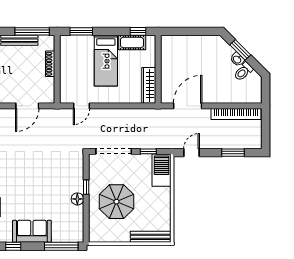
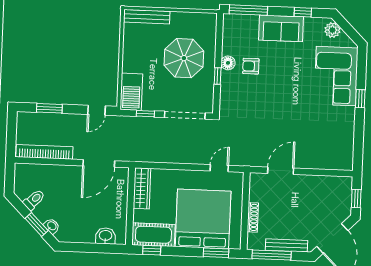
washbasin: (179, 42) -> (106, 236), added
cot: (132, 43) -> (153, 235), width x1.37, depth x1.34
washbasin: (237, 59) -> (52, 226), moved
bed: (106, 61) -> (203, 219), width x2.04
armchair: (57, 197) -> (251, 66), added

